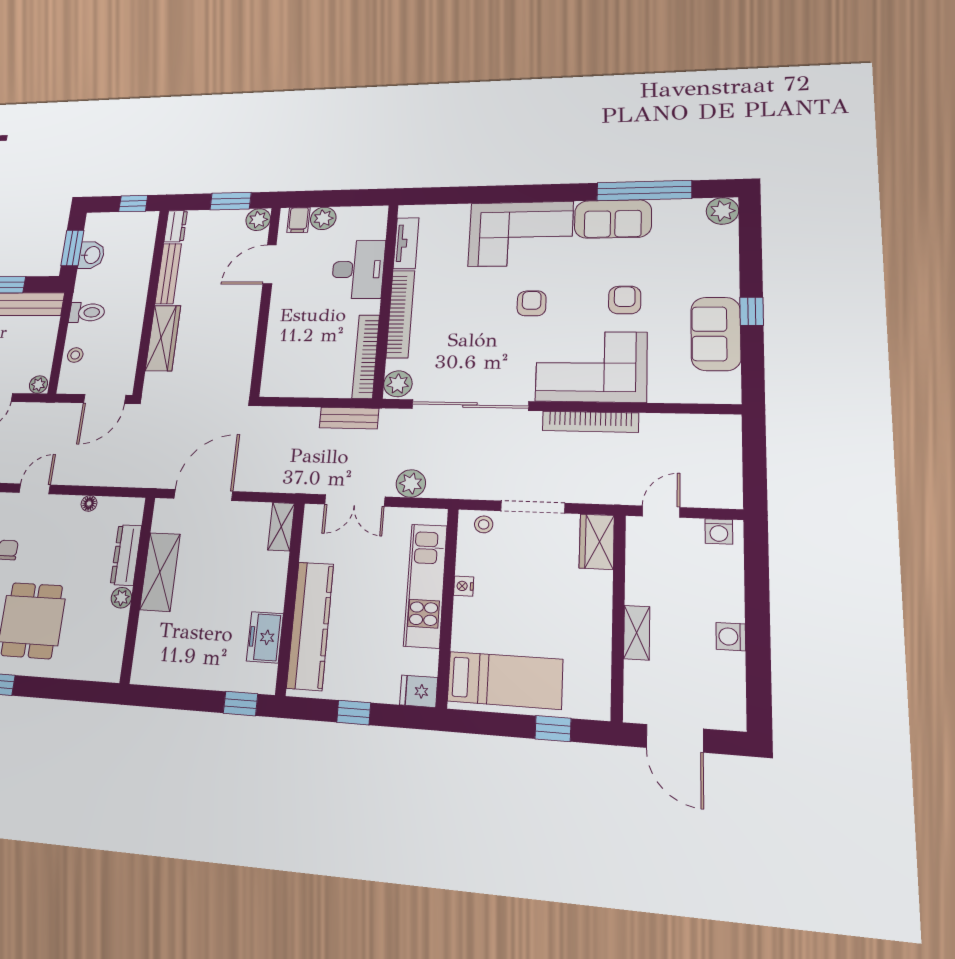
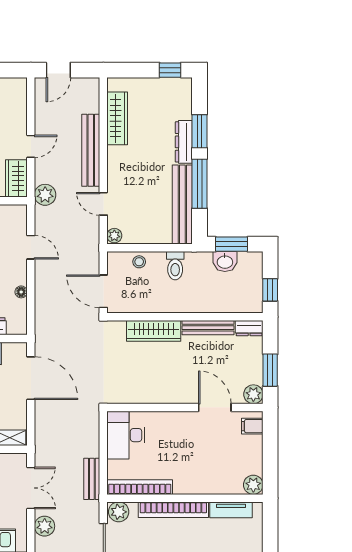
plant: (323, 218) -> (253, 485), moved
desk: (358, 269) -> (126, 435), moved, turned 90
double door: (355, 501) -> (31, 488), swing flipped

